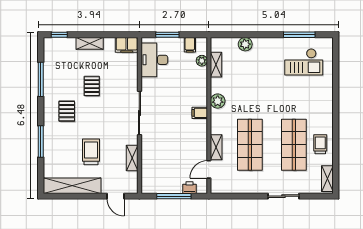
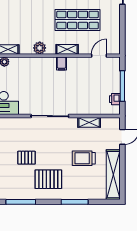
pallet: (67, 111) -> (48, 179), width x1.50, depth x1.42
filing cabinet: (200, 113) -> (62, 64), moved
shelving: (216, 147) -> (67, 49), moved
door: (209, 169) -> (99, 56), swing flipped
printer: (190, 188) -> (115, 99), moved

